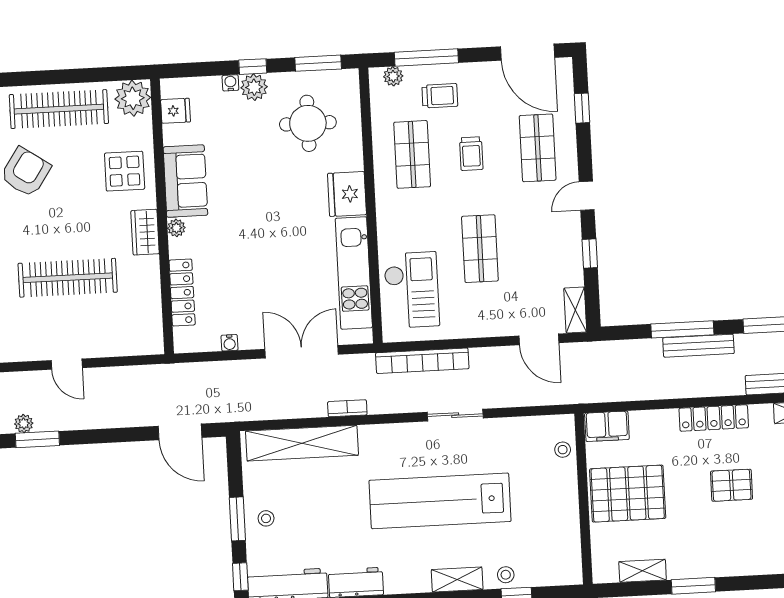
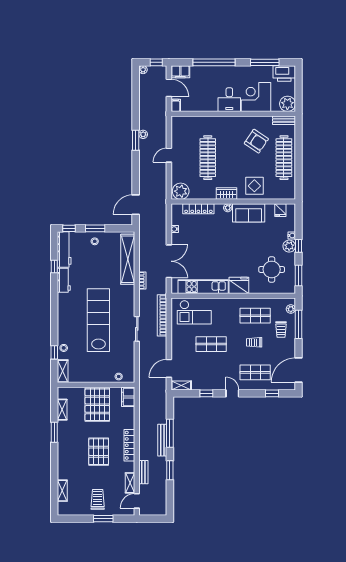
plant: (133, 98) -> (181, 191), moved
pallet: (731, 485) -> (99, 452), width x1.50, depth x1.42
shelving: (457, 580) -> (63, 371), moved

